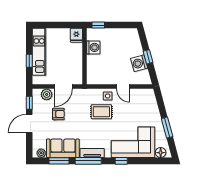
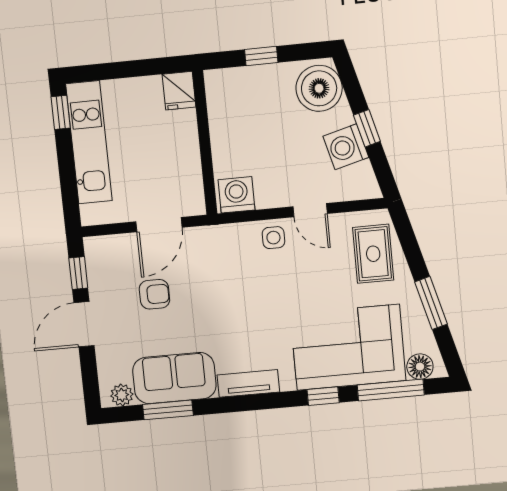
window: (98, 25) -> (261, 56), moved
boiler: (131, 40) -> (319, 88), added
washing machine: (93, 47) -> (236, 195), moved, turned -90
window: (29, 61) -> (61, 112), moved
plant: (47, 94) -> (120, 248), removed
rug: (101, 112) -> (373, 254), moved, turned 90
window: (88, 161) -> (391, 390), moved

